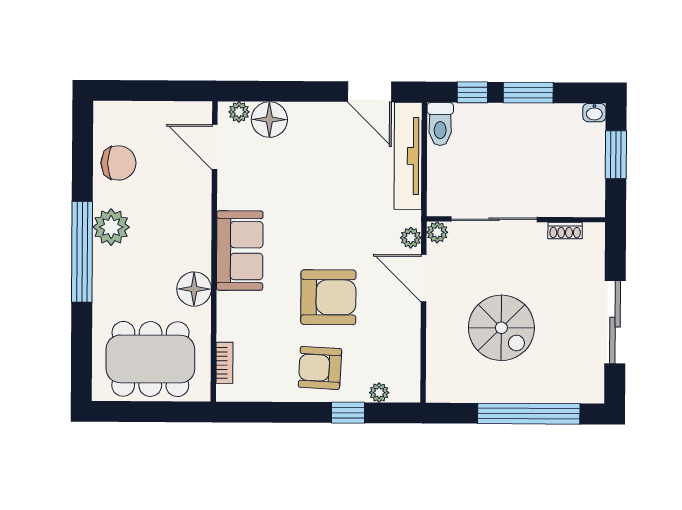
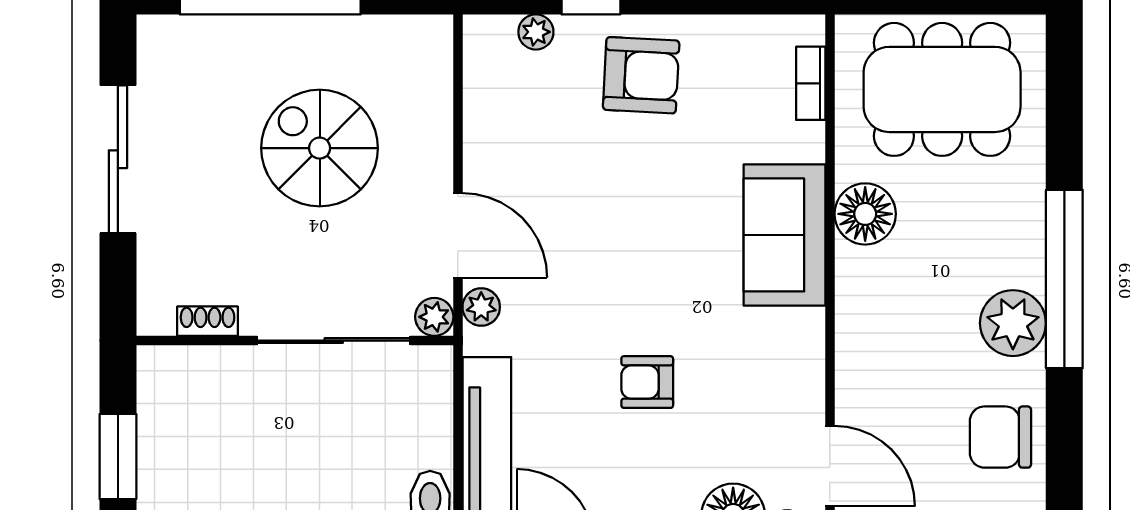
sofa: (240, 251) -> (785, 235), moved
armchair: (328, 297) -> (647, 382), moved, width x0.53, depth x0.53

